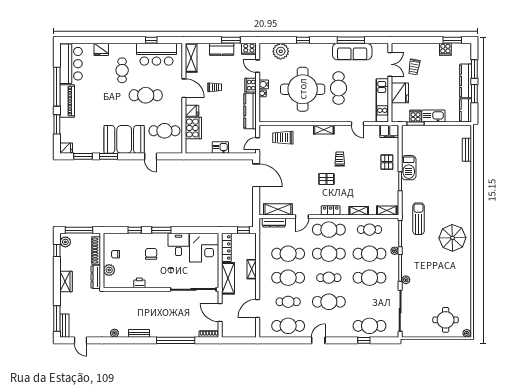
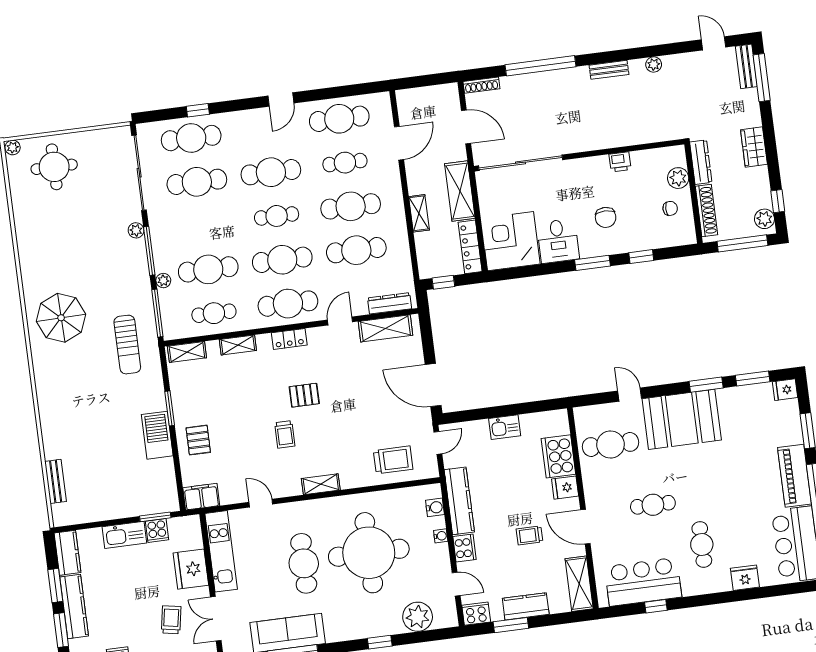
water cooler: (264, 84) -> (435, 507), moved
cafe table: (146, 95) -> (653, 505), width x0.73, depth x0.74
cafe table: (370, 278) -> (197, 182), moved

